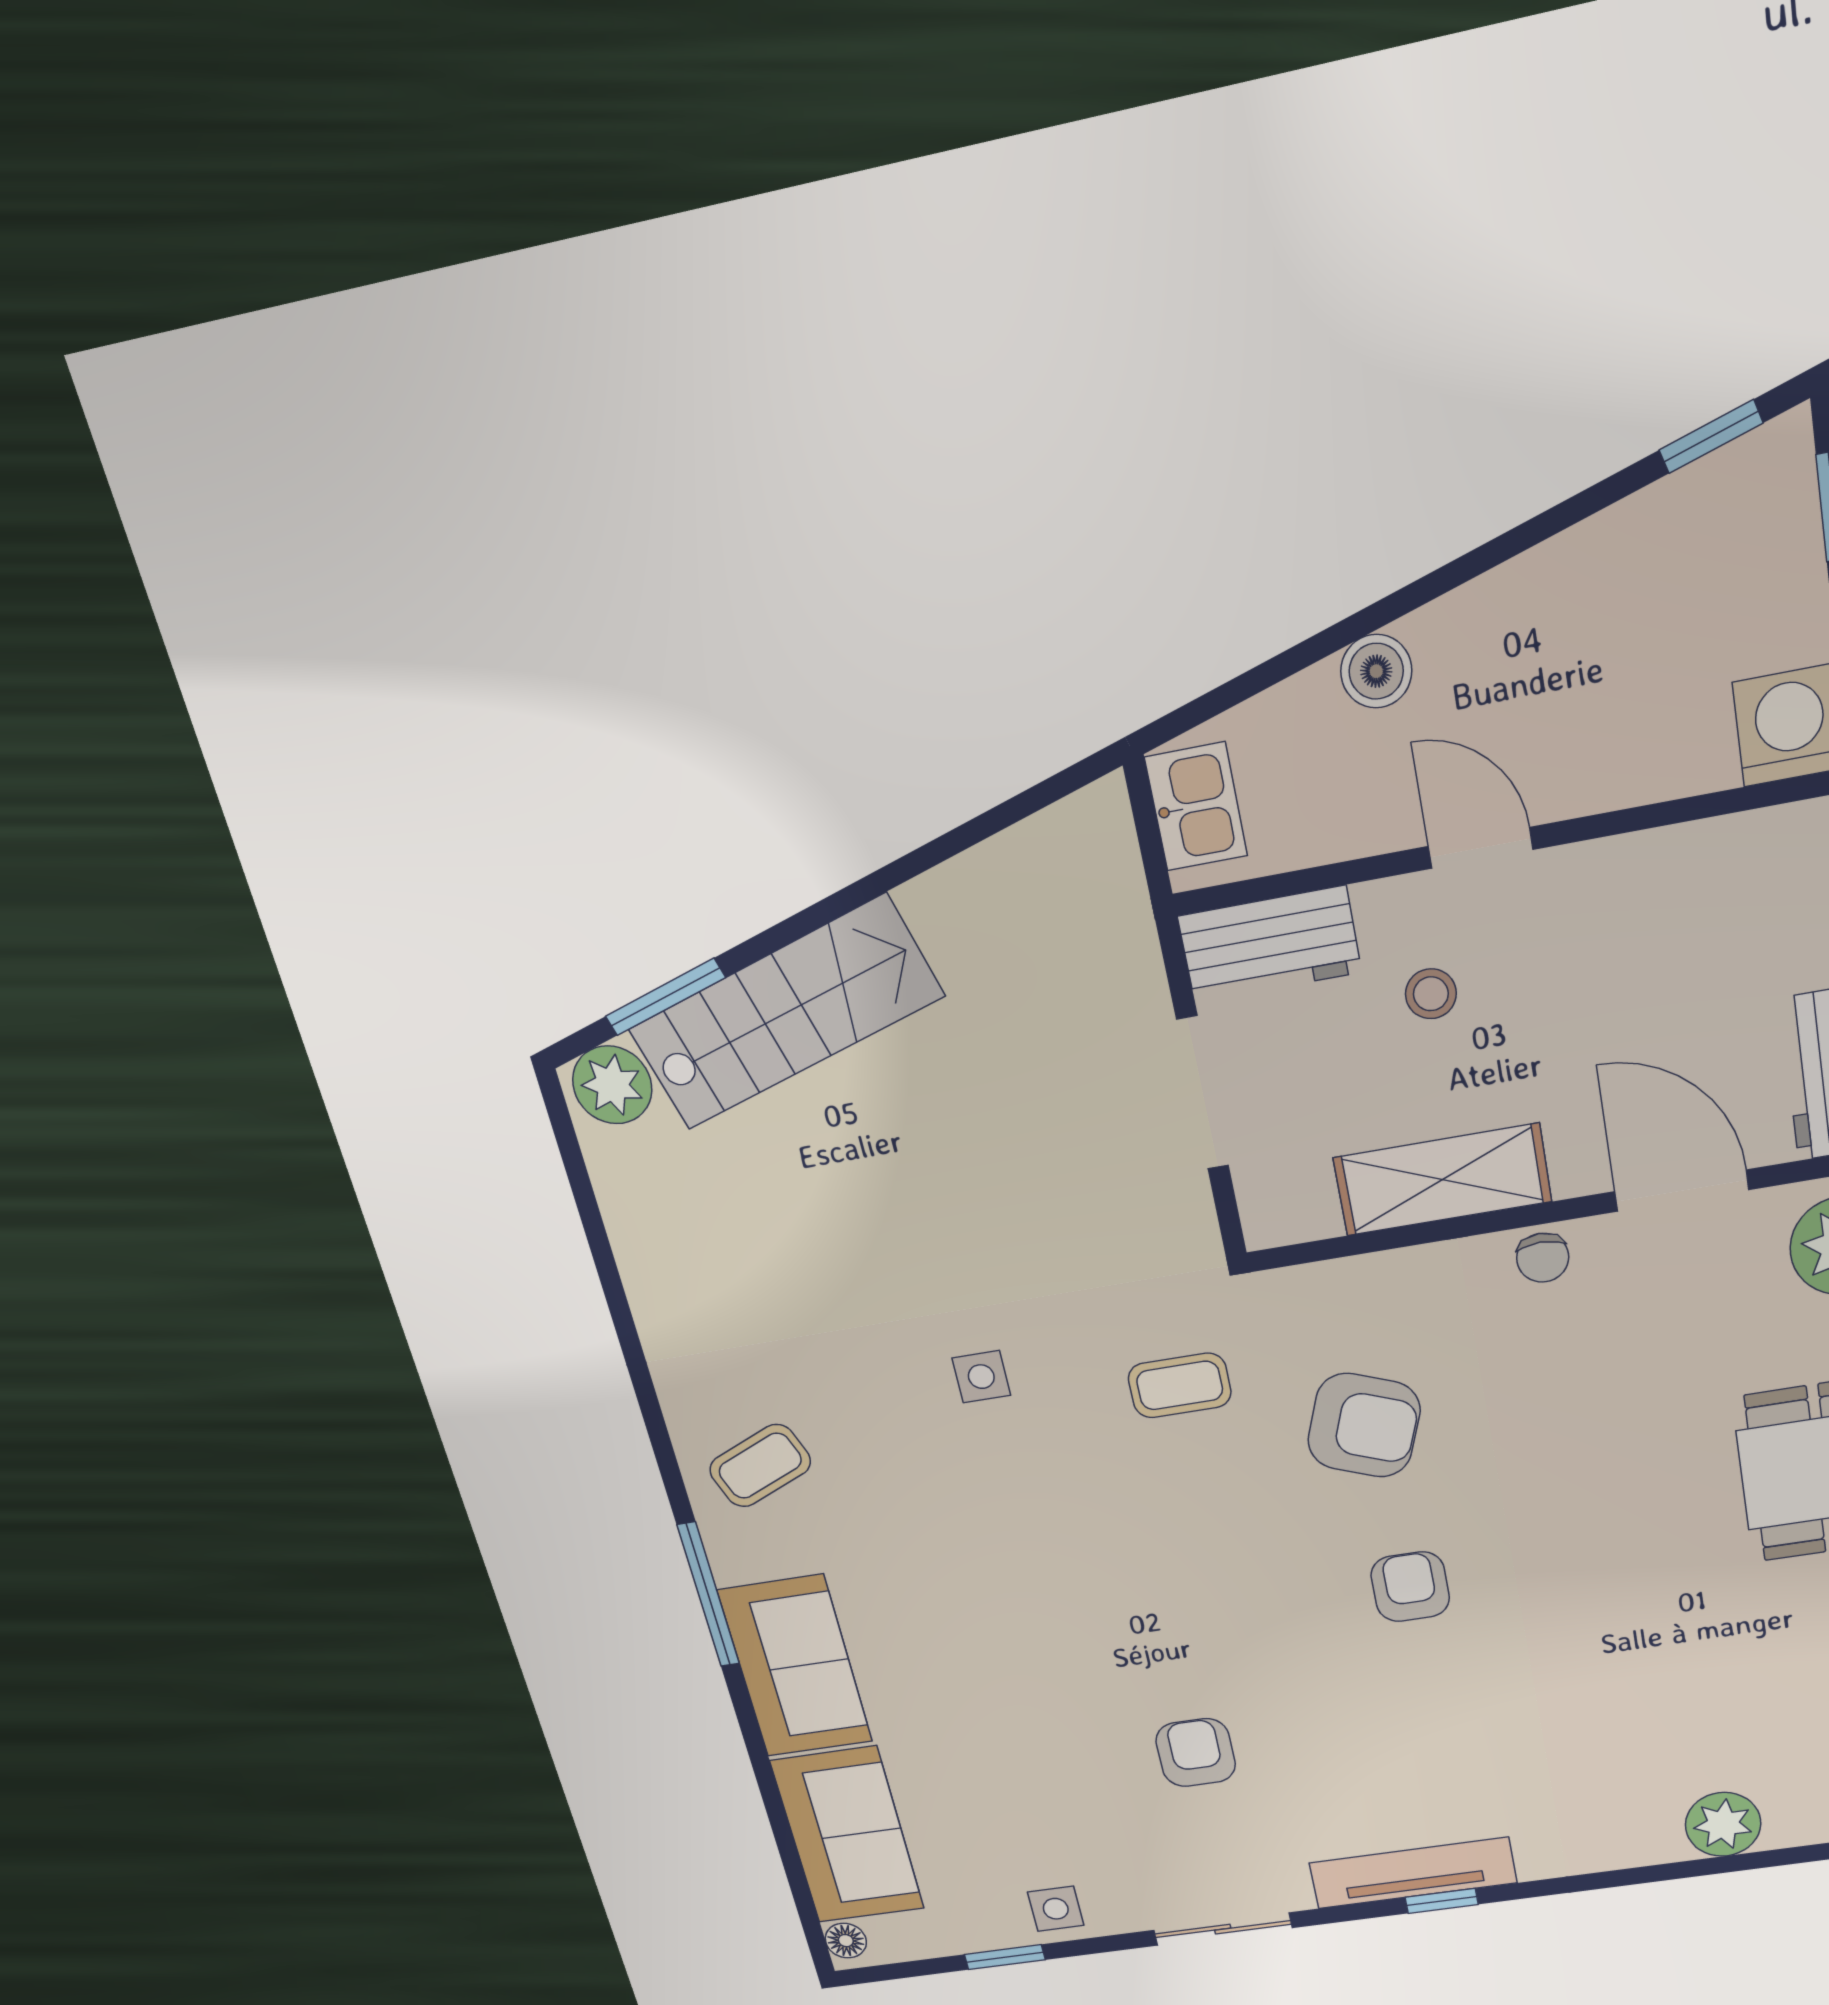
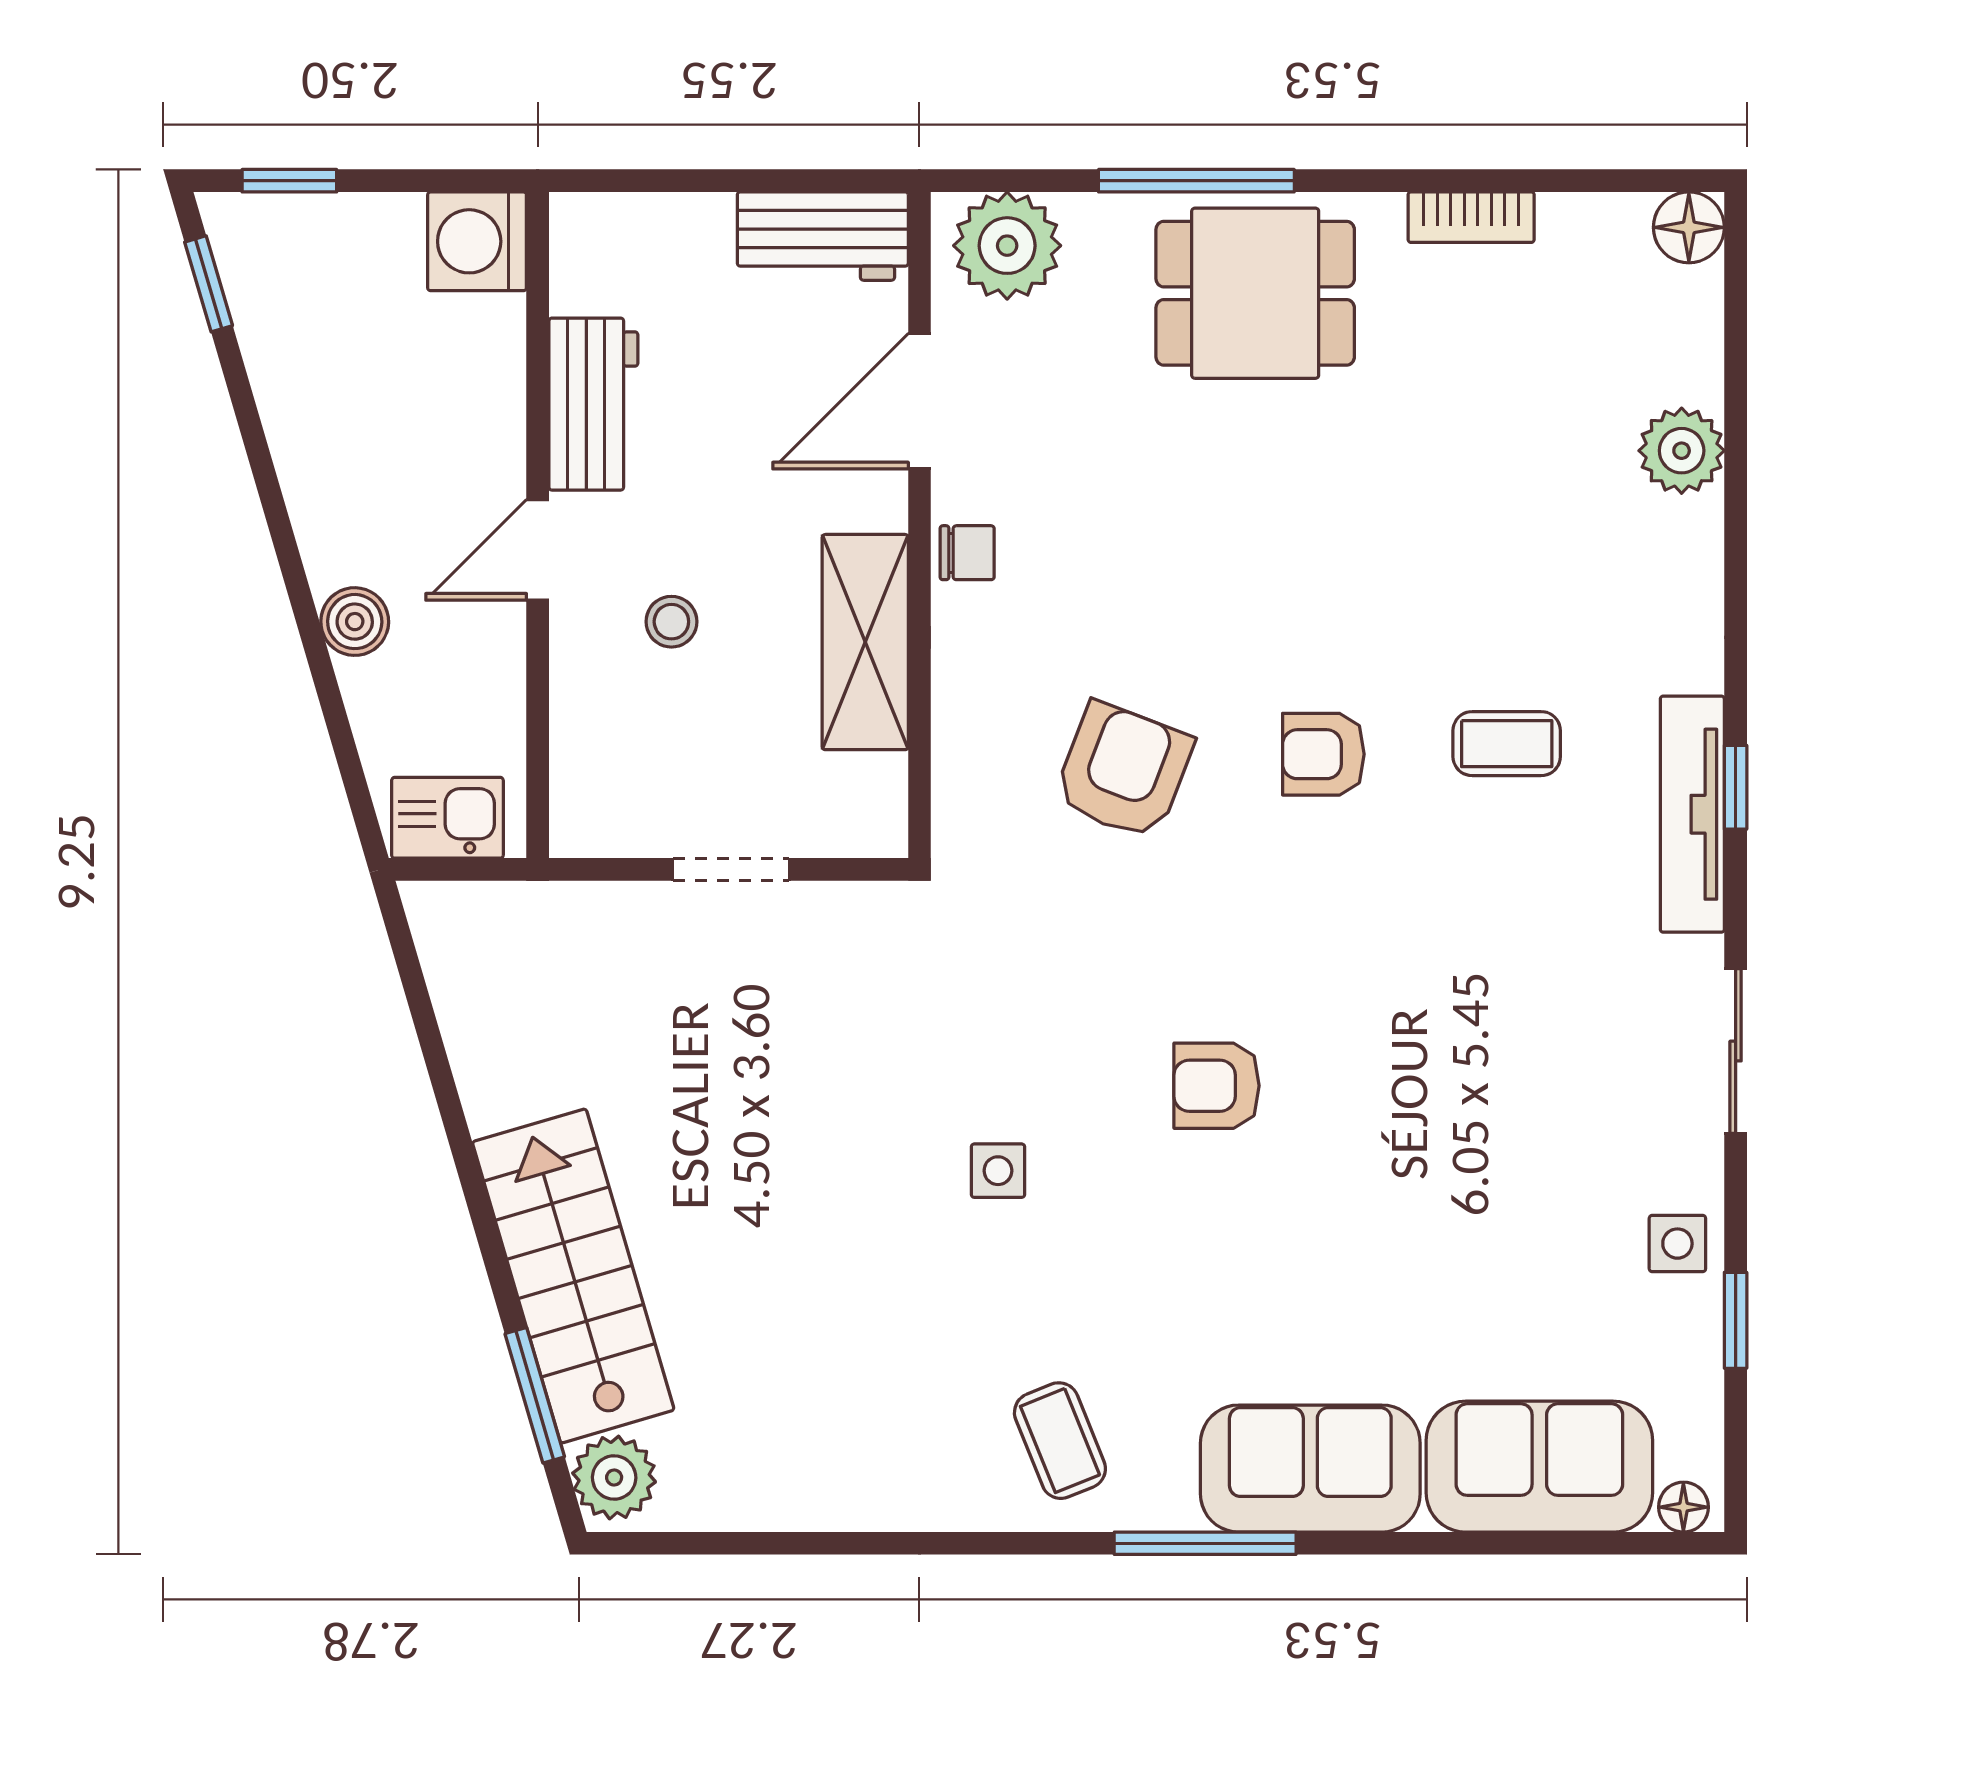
workbench: (1270, 944) -> (593, 404), moved
doorway: (1203, 1093) -> (731, 869), width x0.73
coffee table: (1180, 1385) -> (1507, 744), moved, turned 90
armchair: (1196, 1753) -> (1217, 1086), moved

